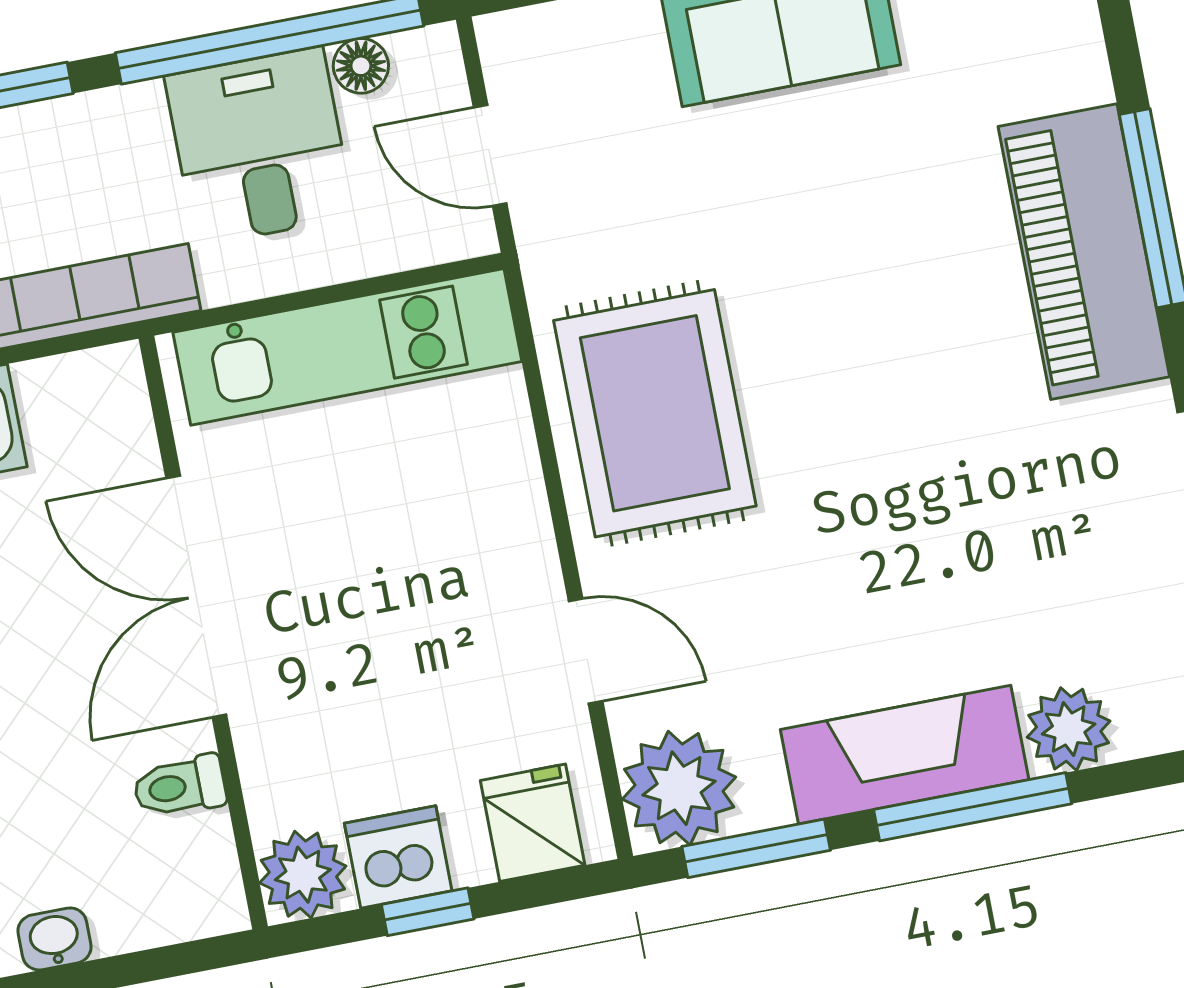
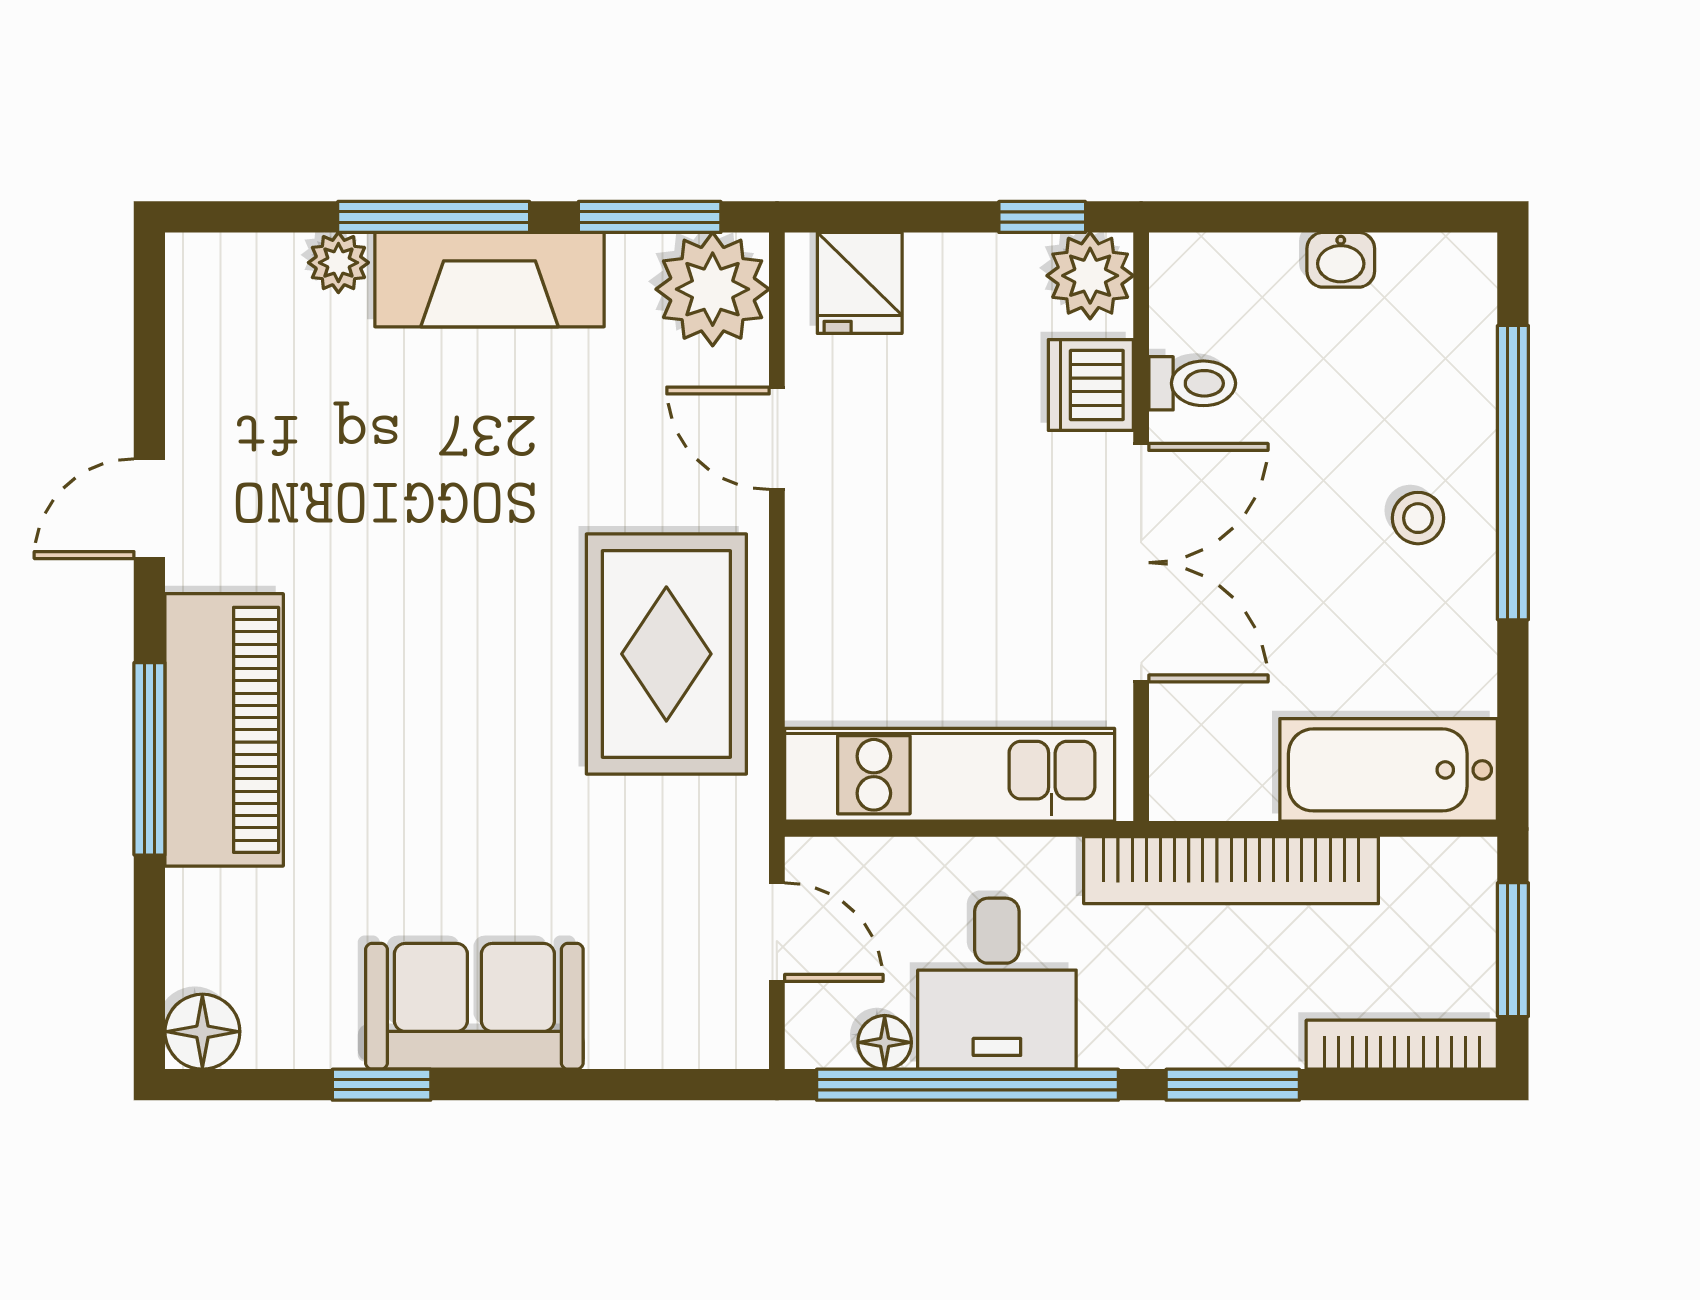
plant: (1069, 729) -> (338, 263), width x0.73, depth x0.73
dishwasher: (398, 857) -> (1091, 385), moved, turned 90
window: (428, 912) -> (1042, 217), moved

